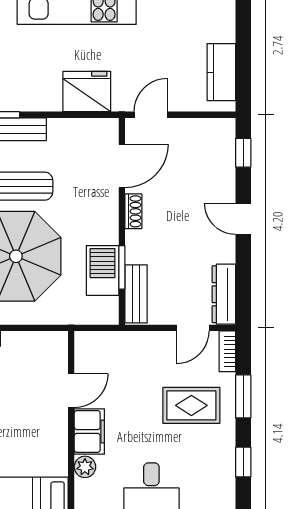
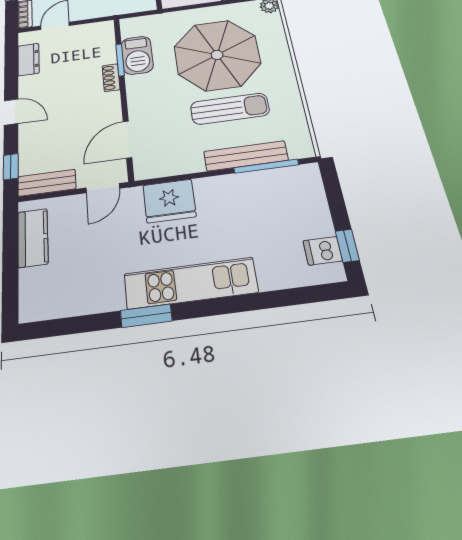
shoe rack: (133, 211) -> (111, 78), moved
bench: (136, 294) -> (47, 183), moved, turned 90
dresser: (224, 294) -> (28, 59), width x0.70

